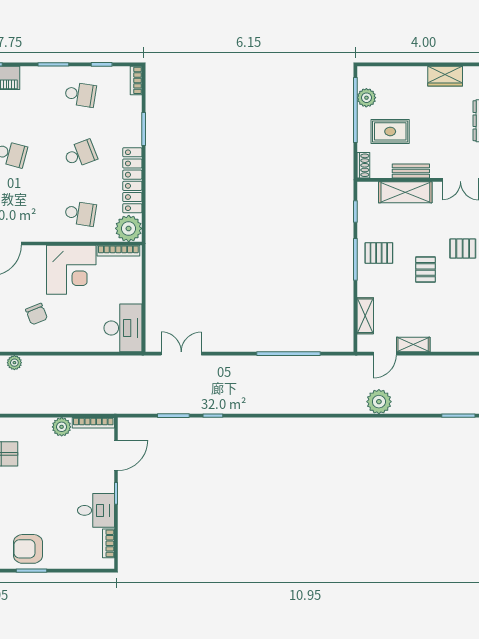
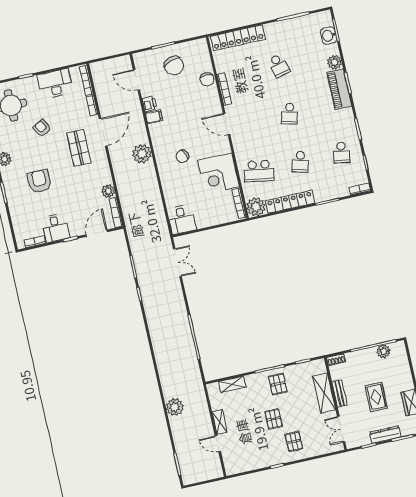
rug: (390, 131) -> (376, 397), moved
school desk: (80, 154) -> (300, 162), turned 36
school desk: (80, 213) -> (259, 171), width x1.85
pallet: (426, 270) -> (274, 419), turned 90
desk: (123, 328) -> (182, 219), width x0.73
door: (385, 354) -> (218, 444), moved
plant: (14, 363) -> (142, 154), width x1.87, depth x1.87
door: (116, 455) -> (97, 233), swing flipped
armchair: (28, 549) -> (39, 181), moved

